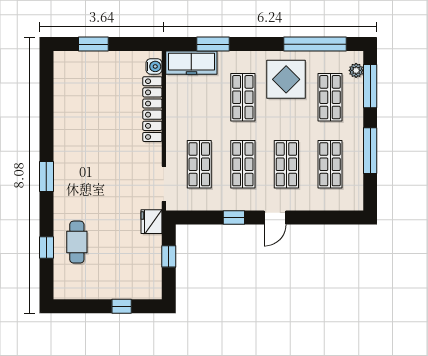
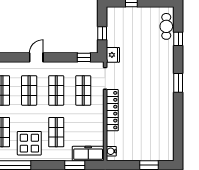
locker: (152, 109) -> (112, 110), moved
window: (234, 217) -> (84, 57), moved
cafe table: (77, 242) -> (166, 26), moved

